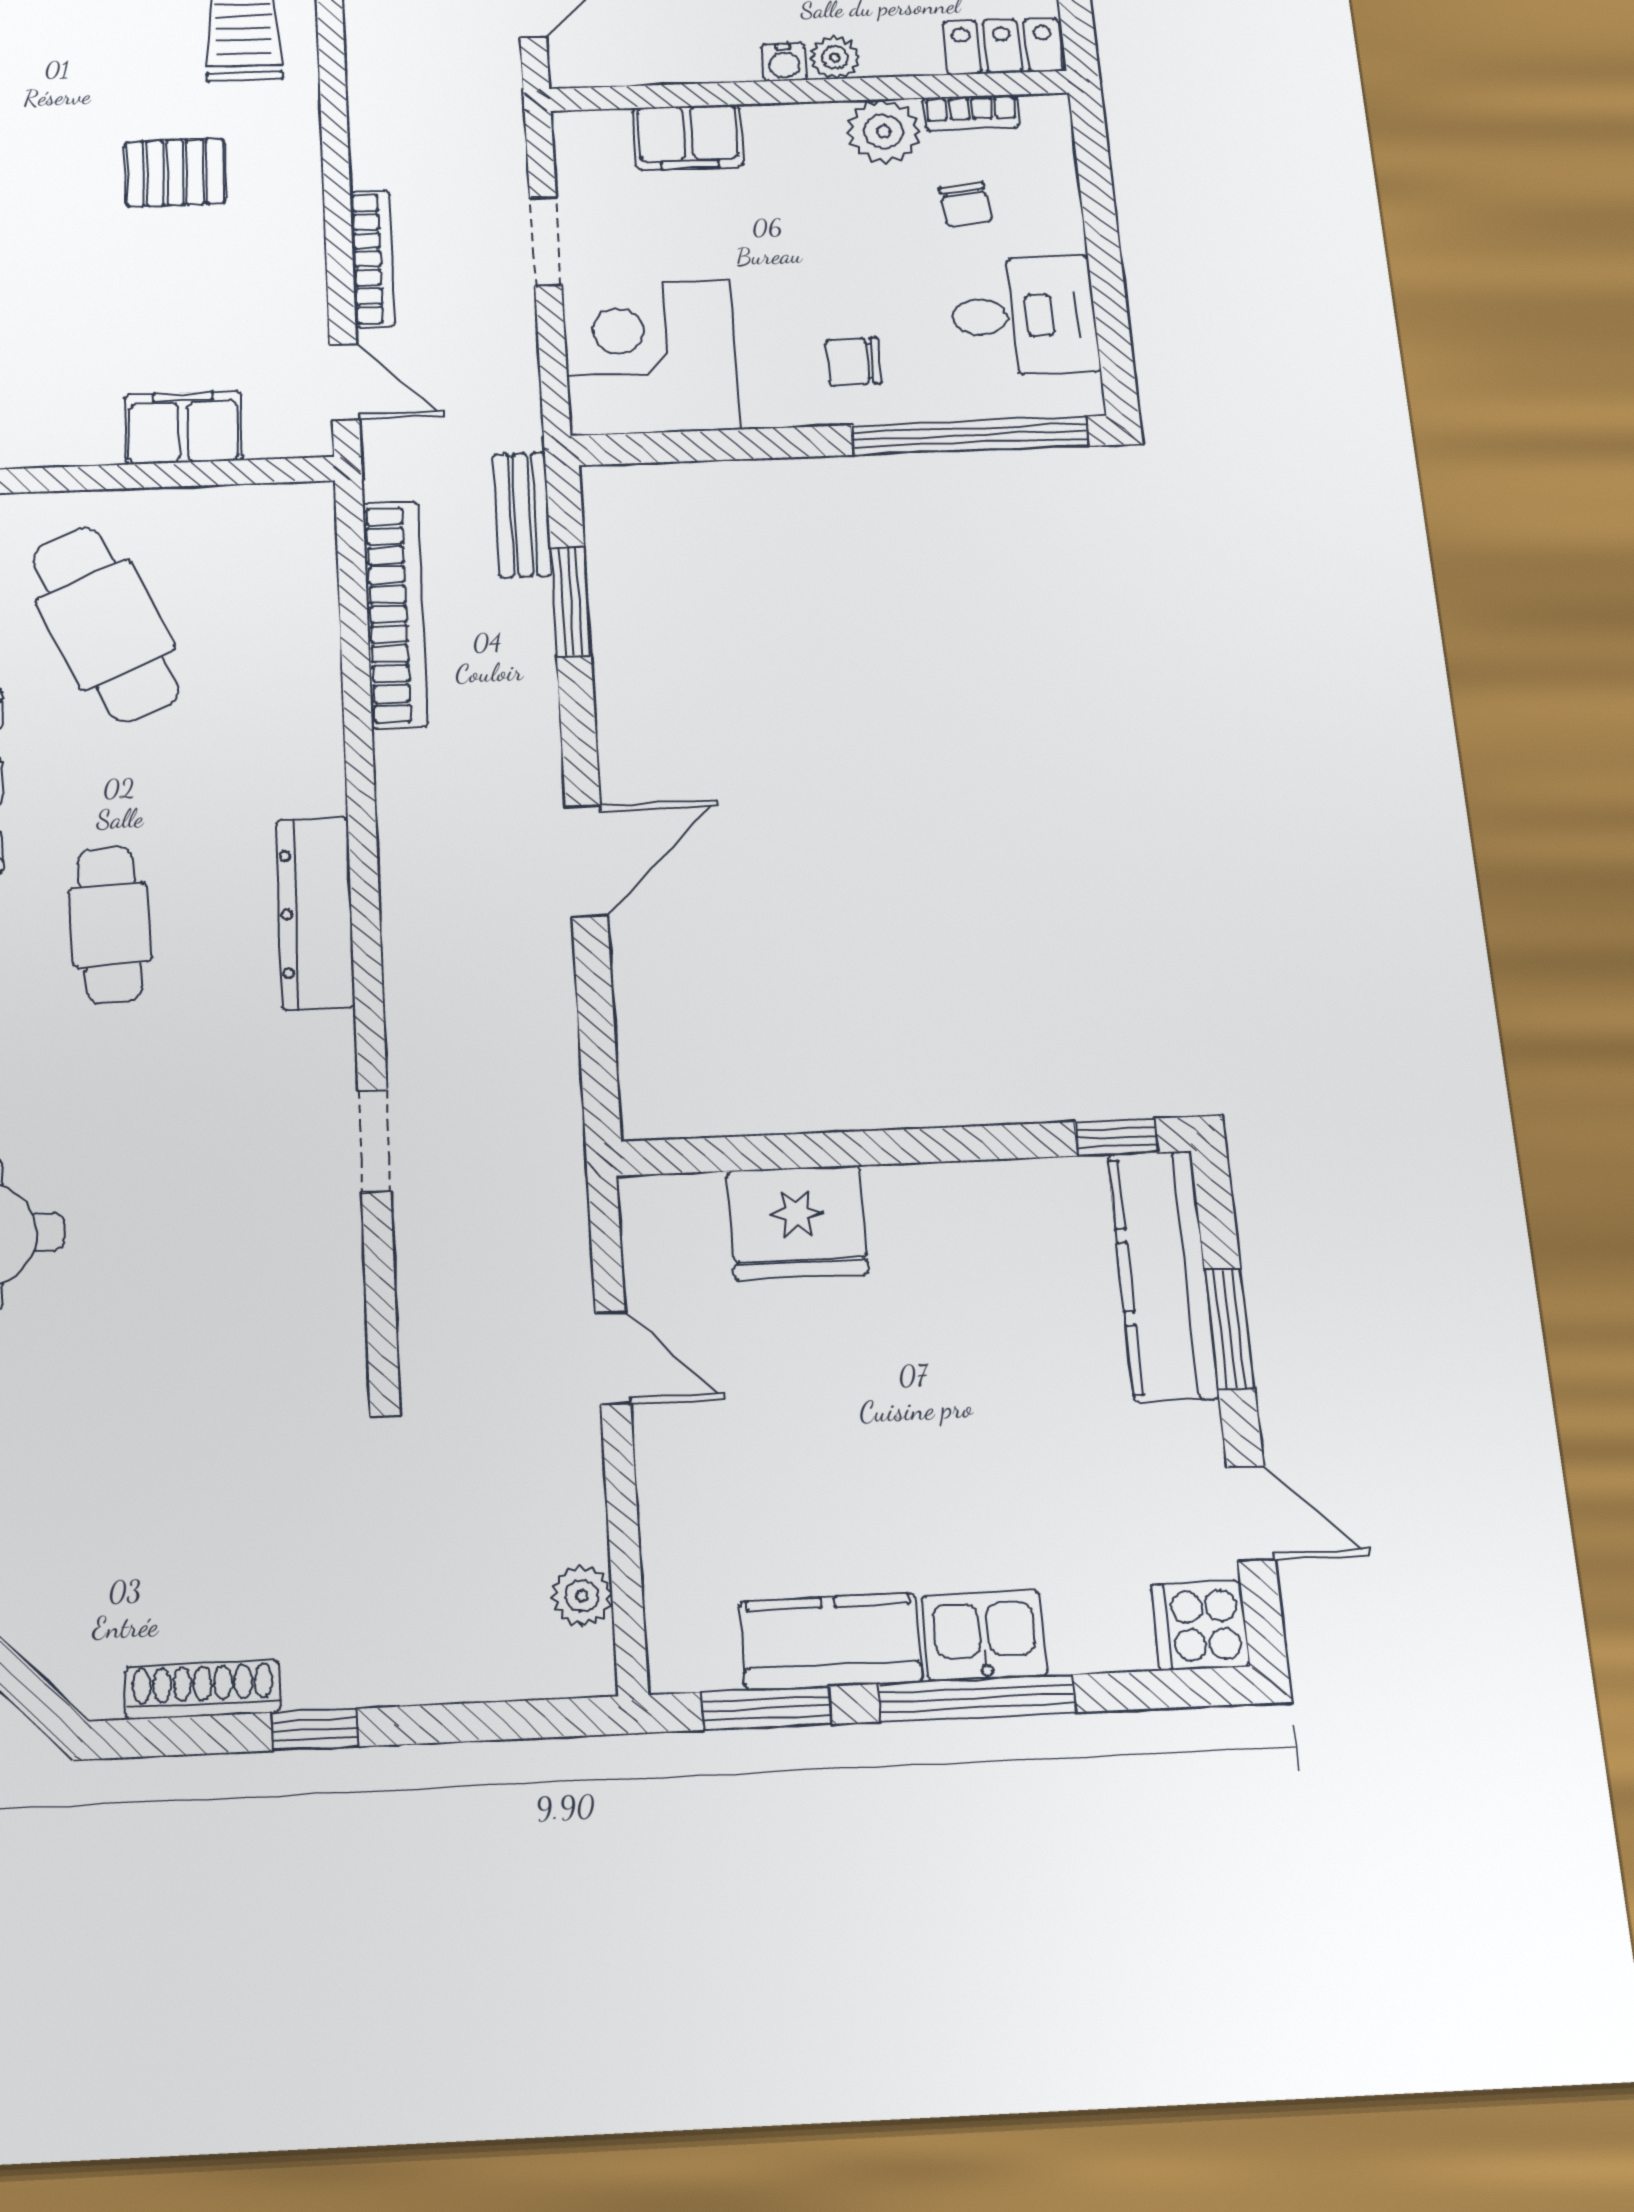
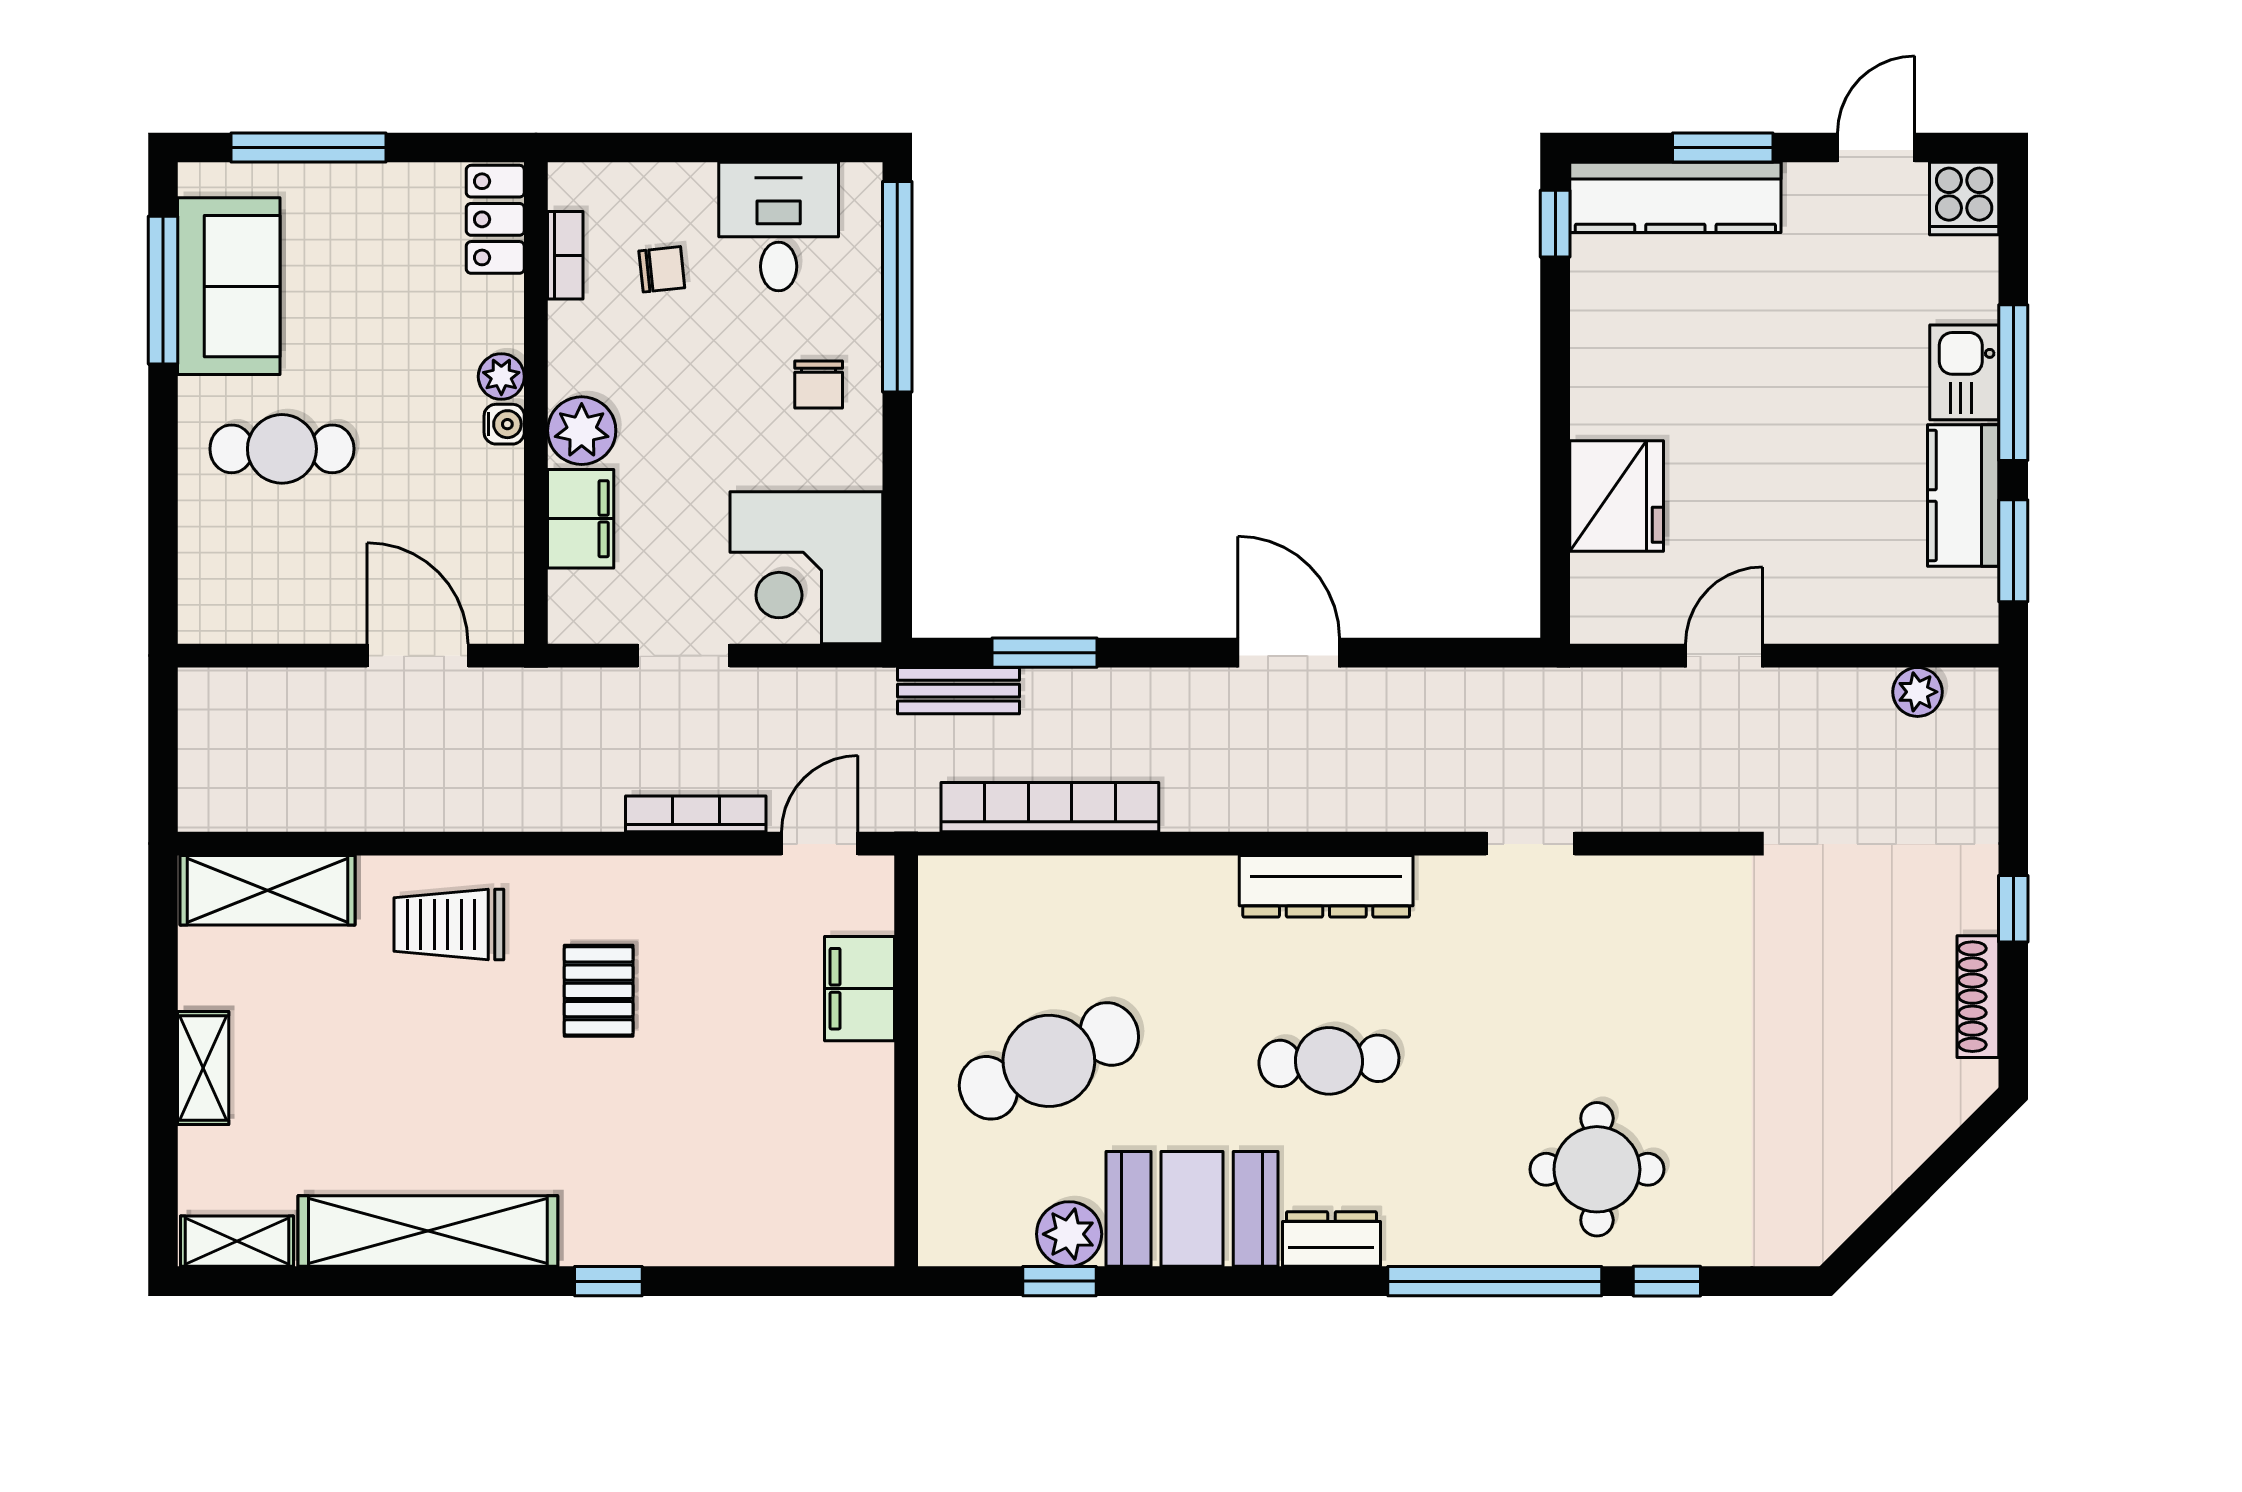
plant: (884, 131) -> (582, 431), moved

